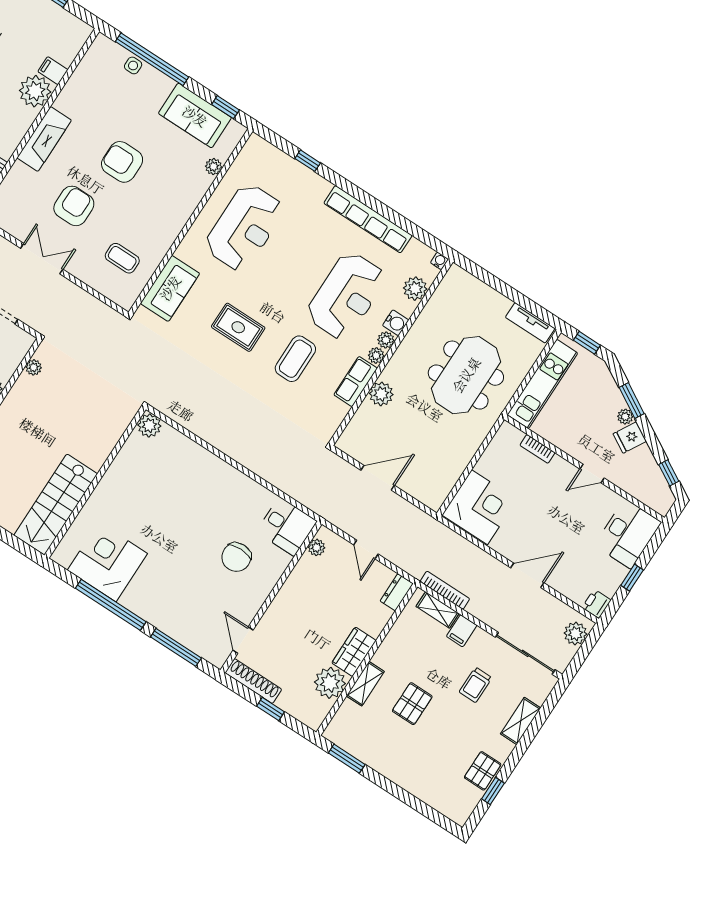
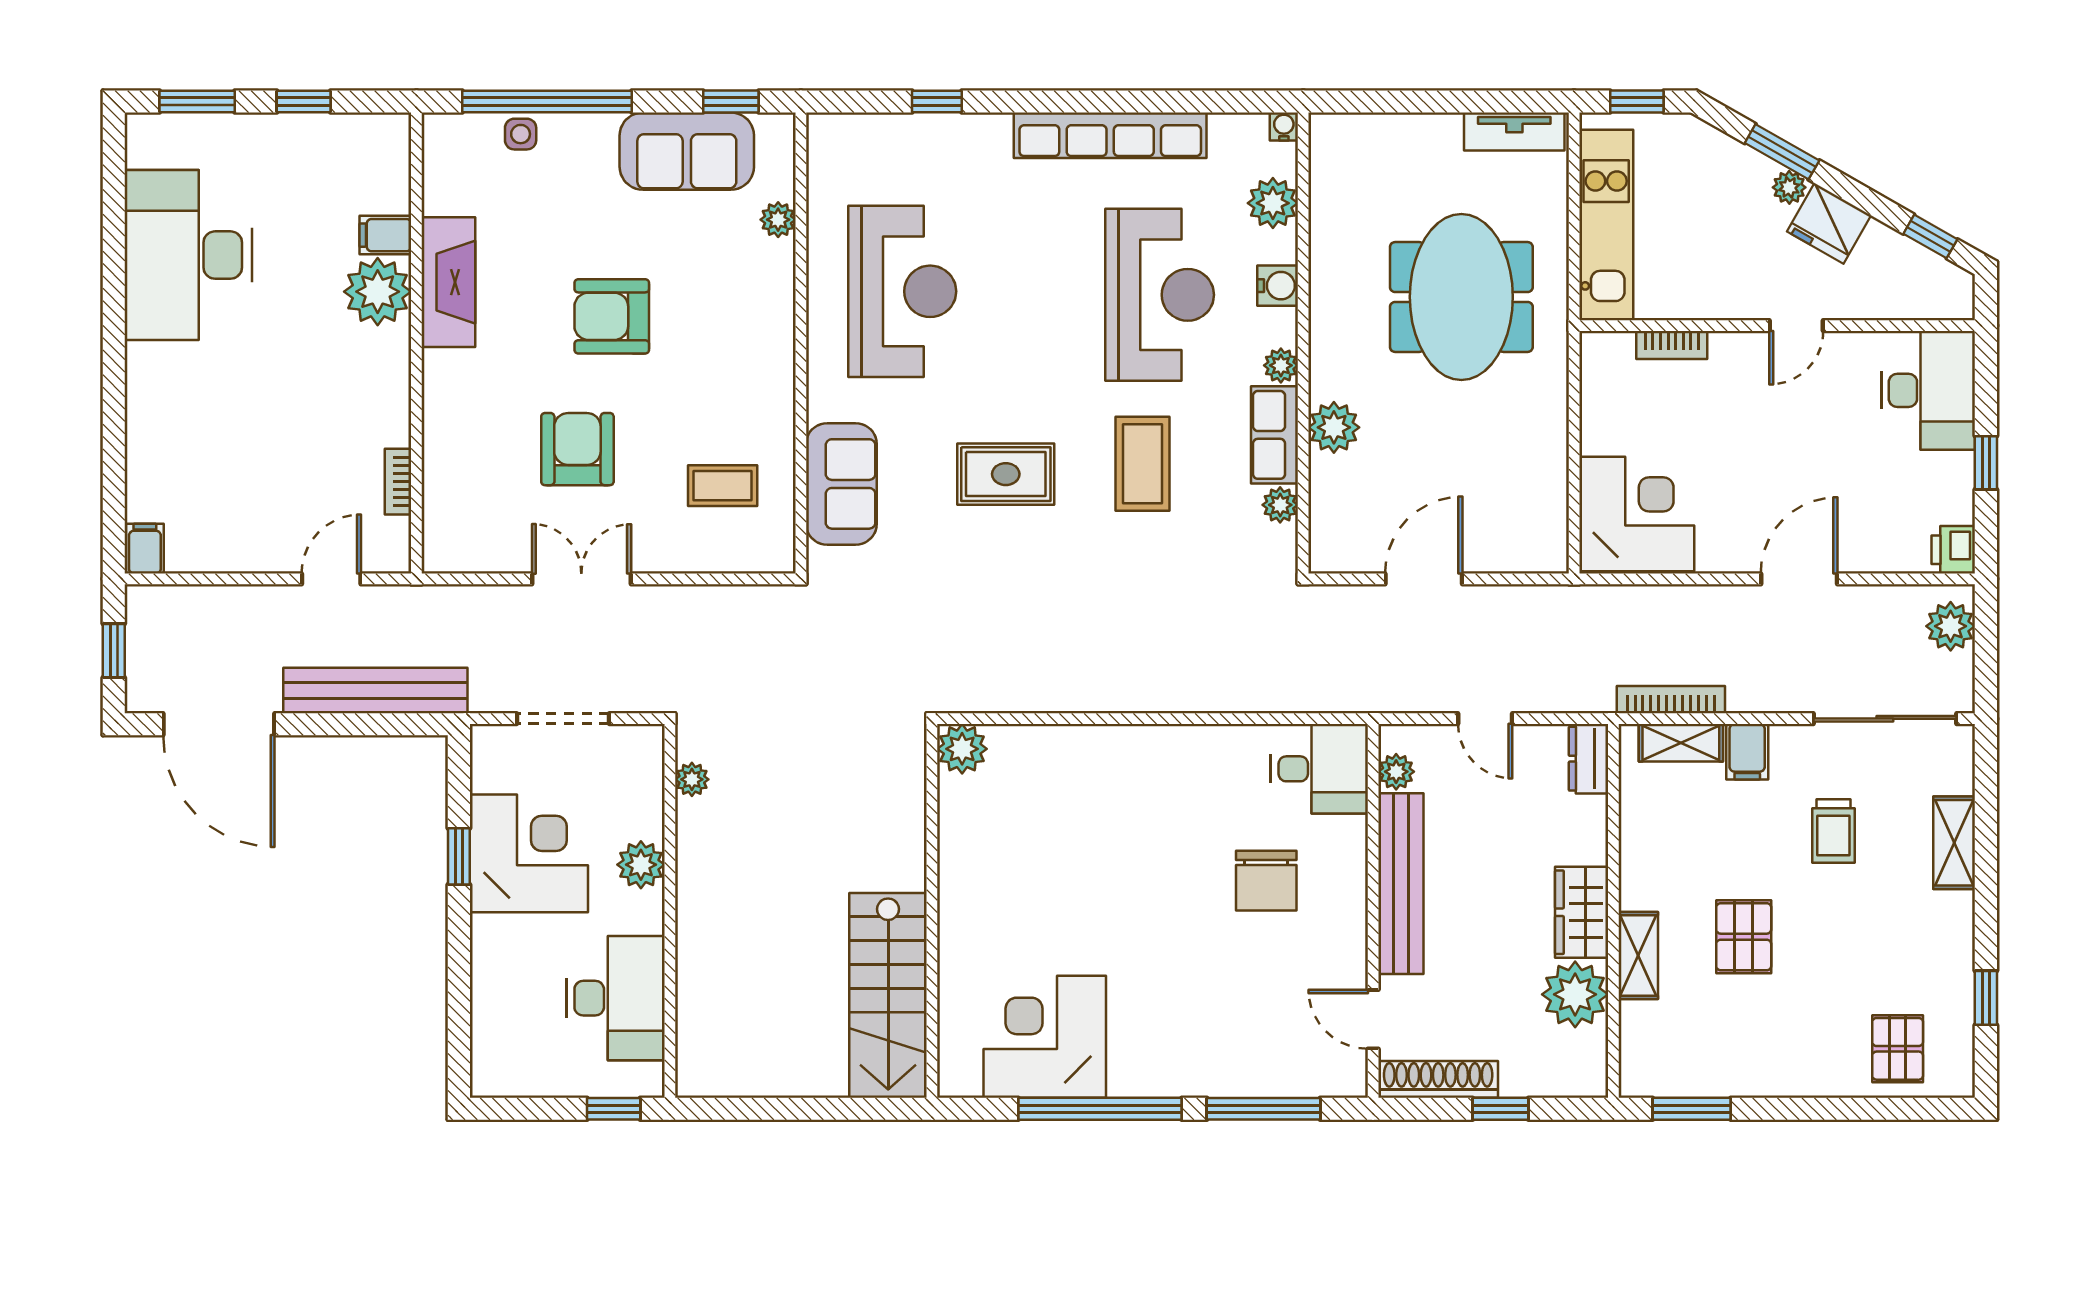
fireplace: (44, 139) -> (448, 282), moved
plant: (386, 340) -> (1280, 505), moved
fridge: (630, 438) -> (1829, 223), width x1.38
bench: (289, 593) -> (1401, 884), added
pallet: (483, 771) -> (1898, 1049), moved

